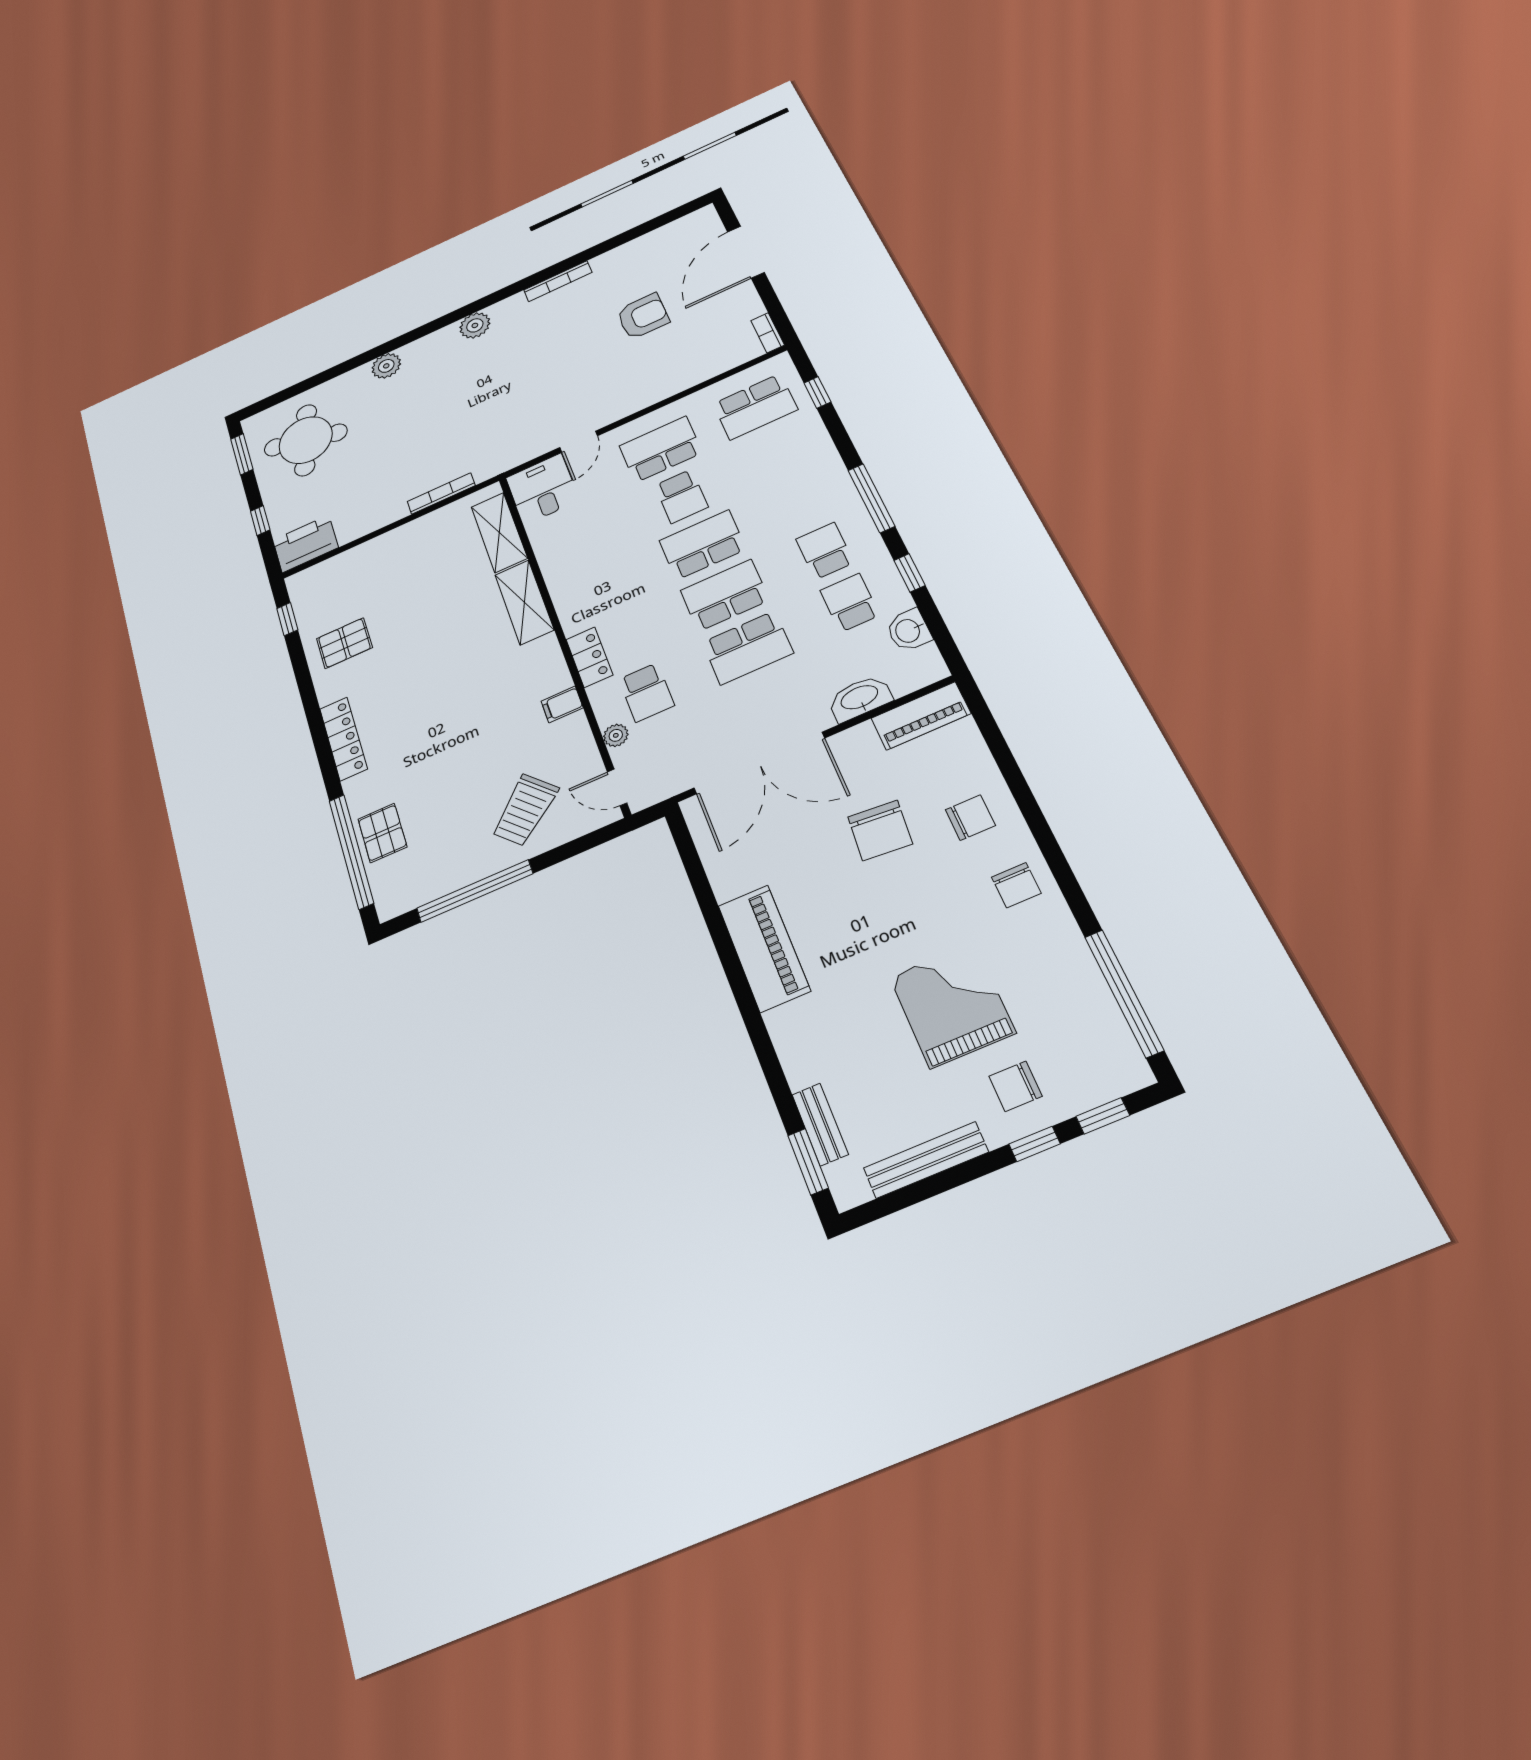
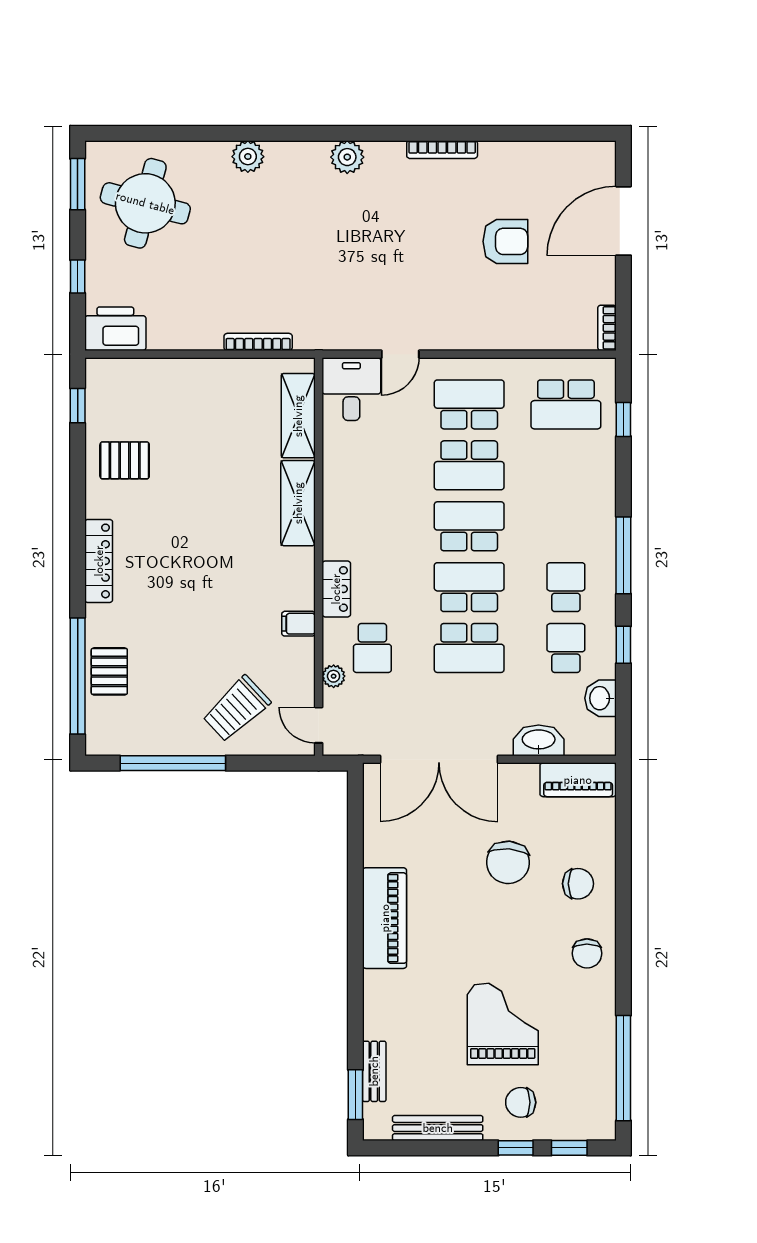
school desk: (681, 496) -> (469, 465), width x1.85

